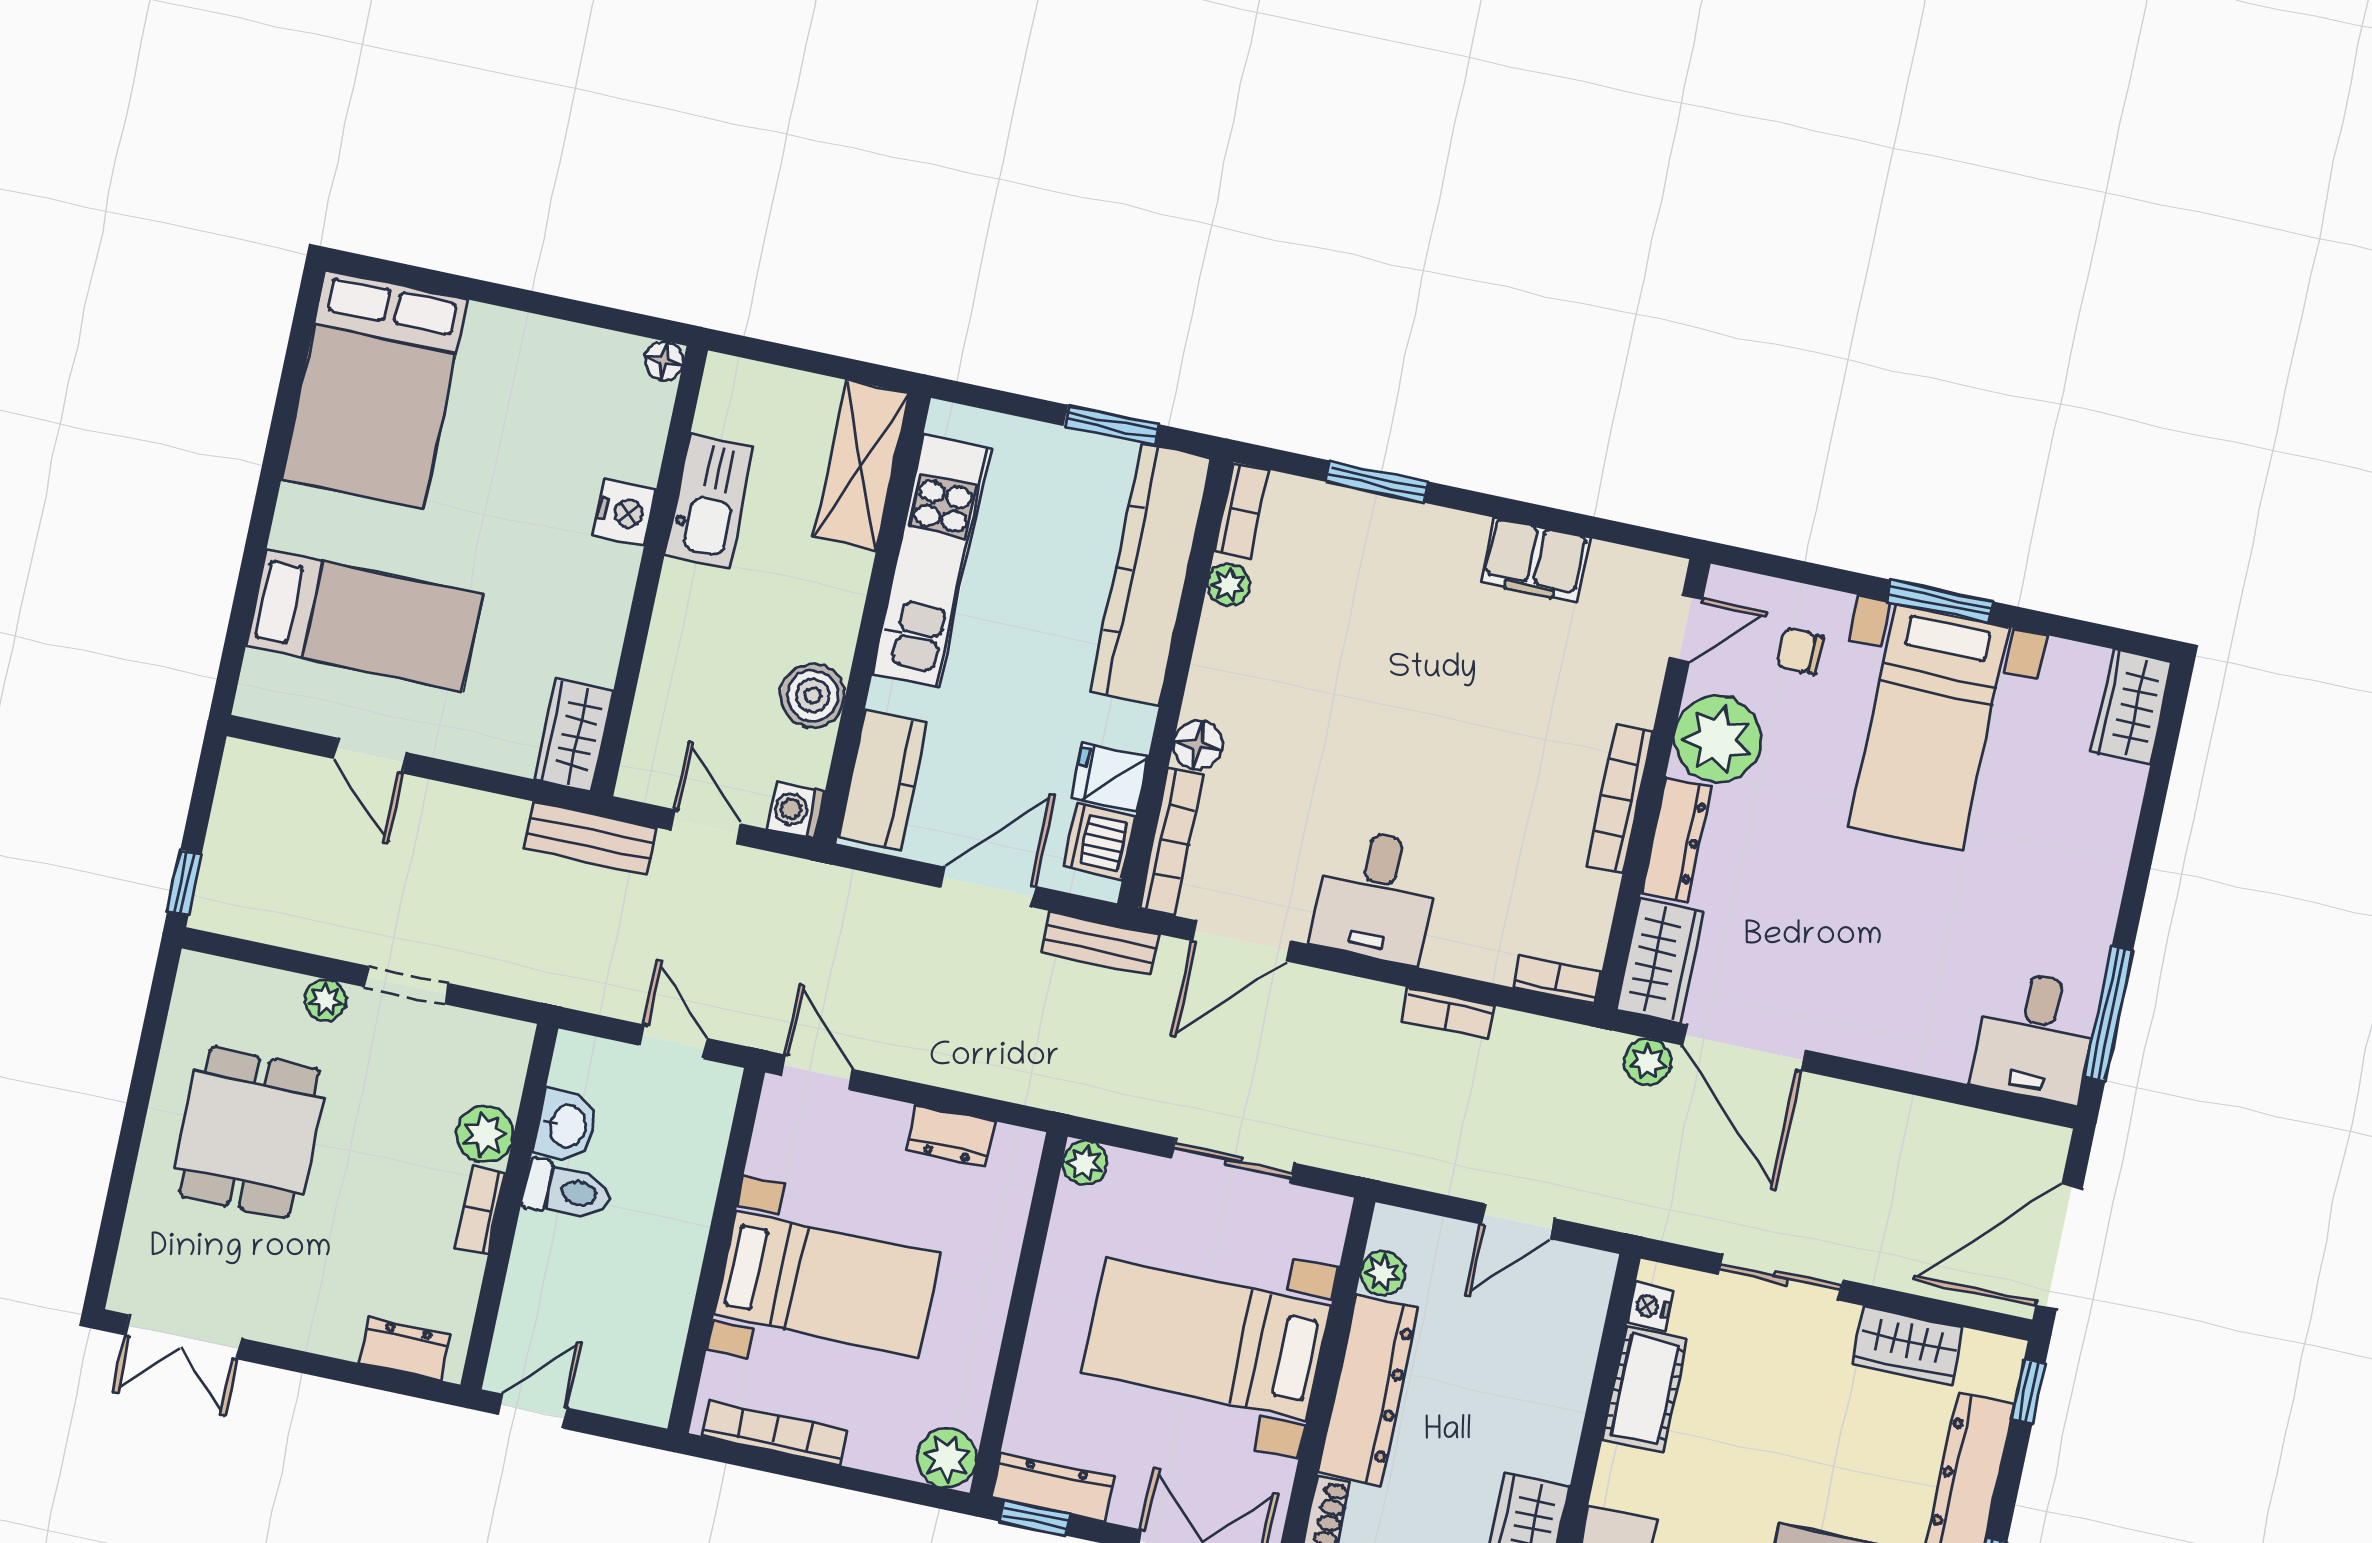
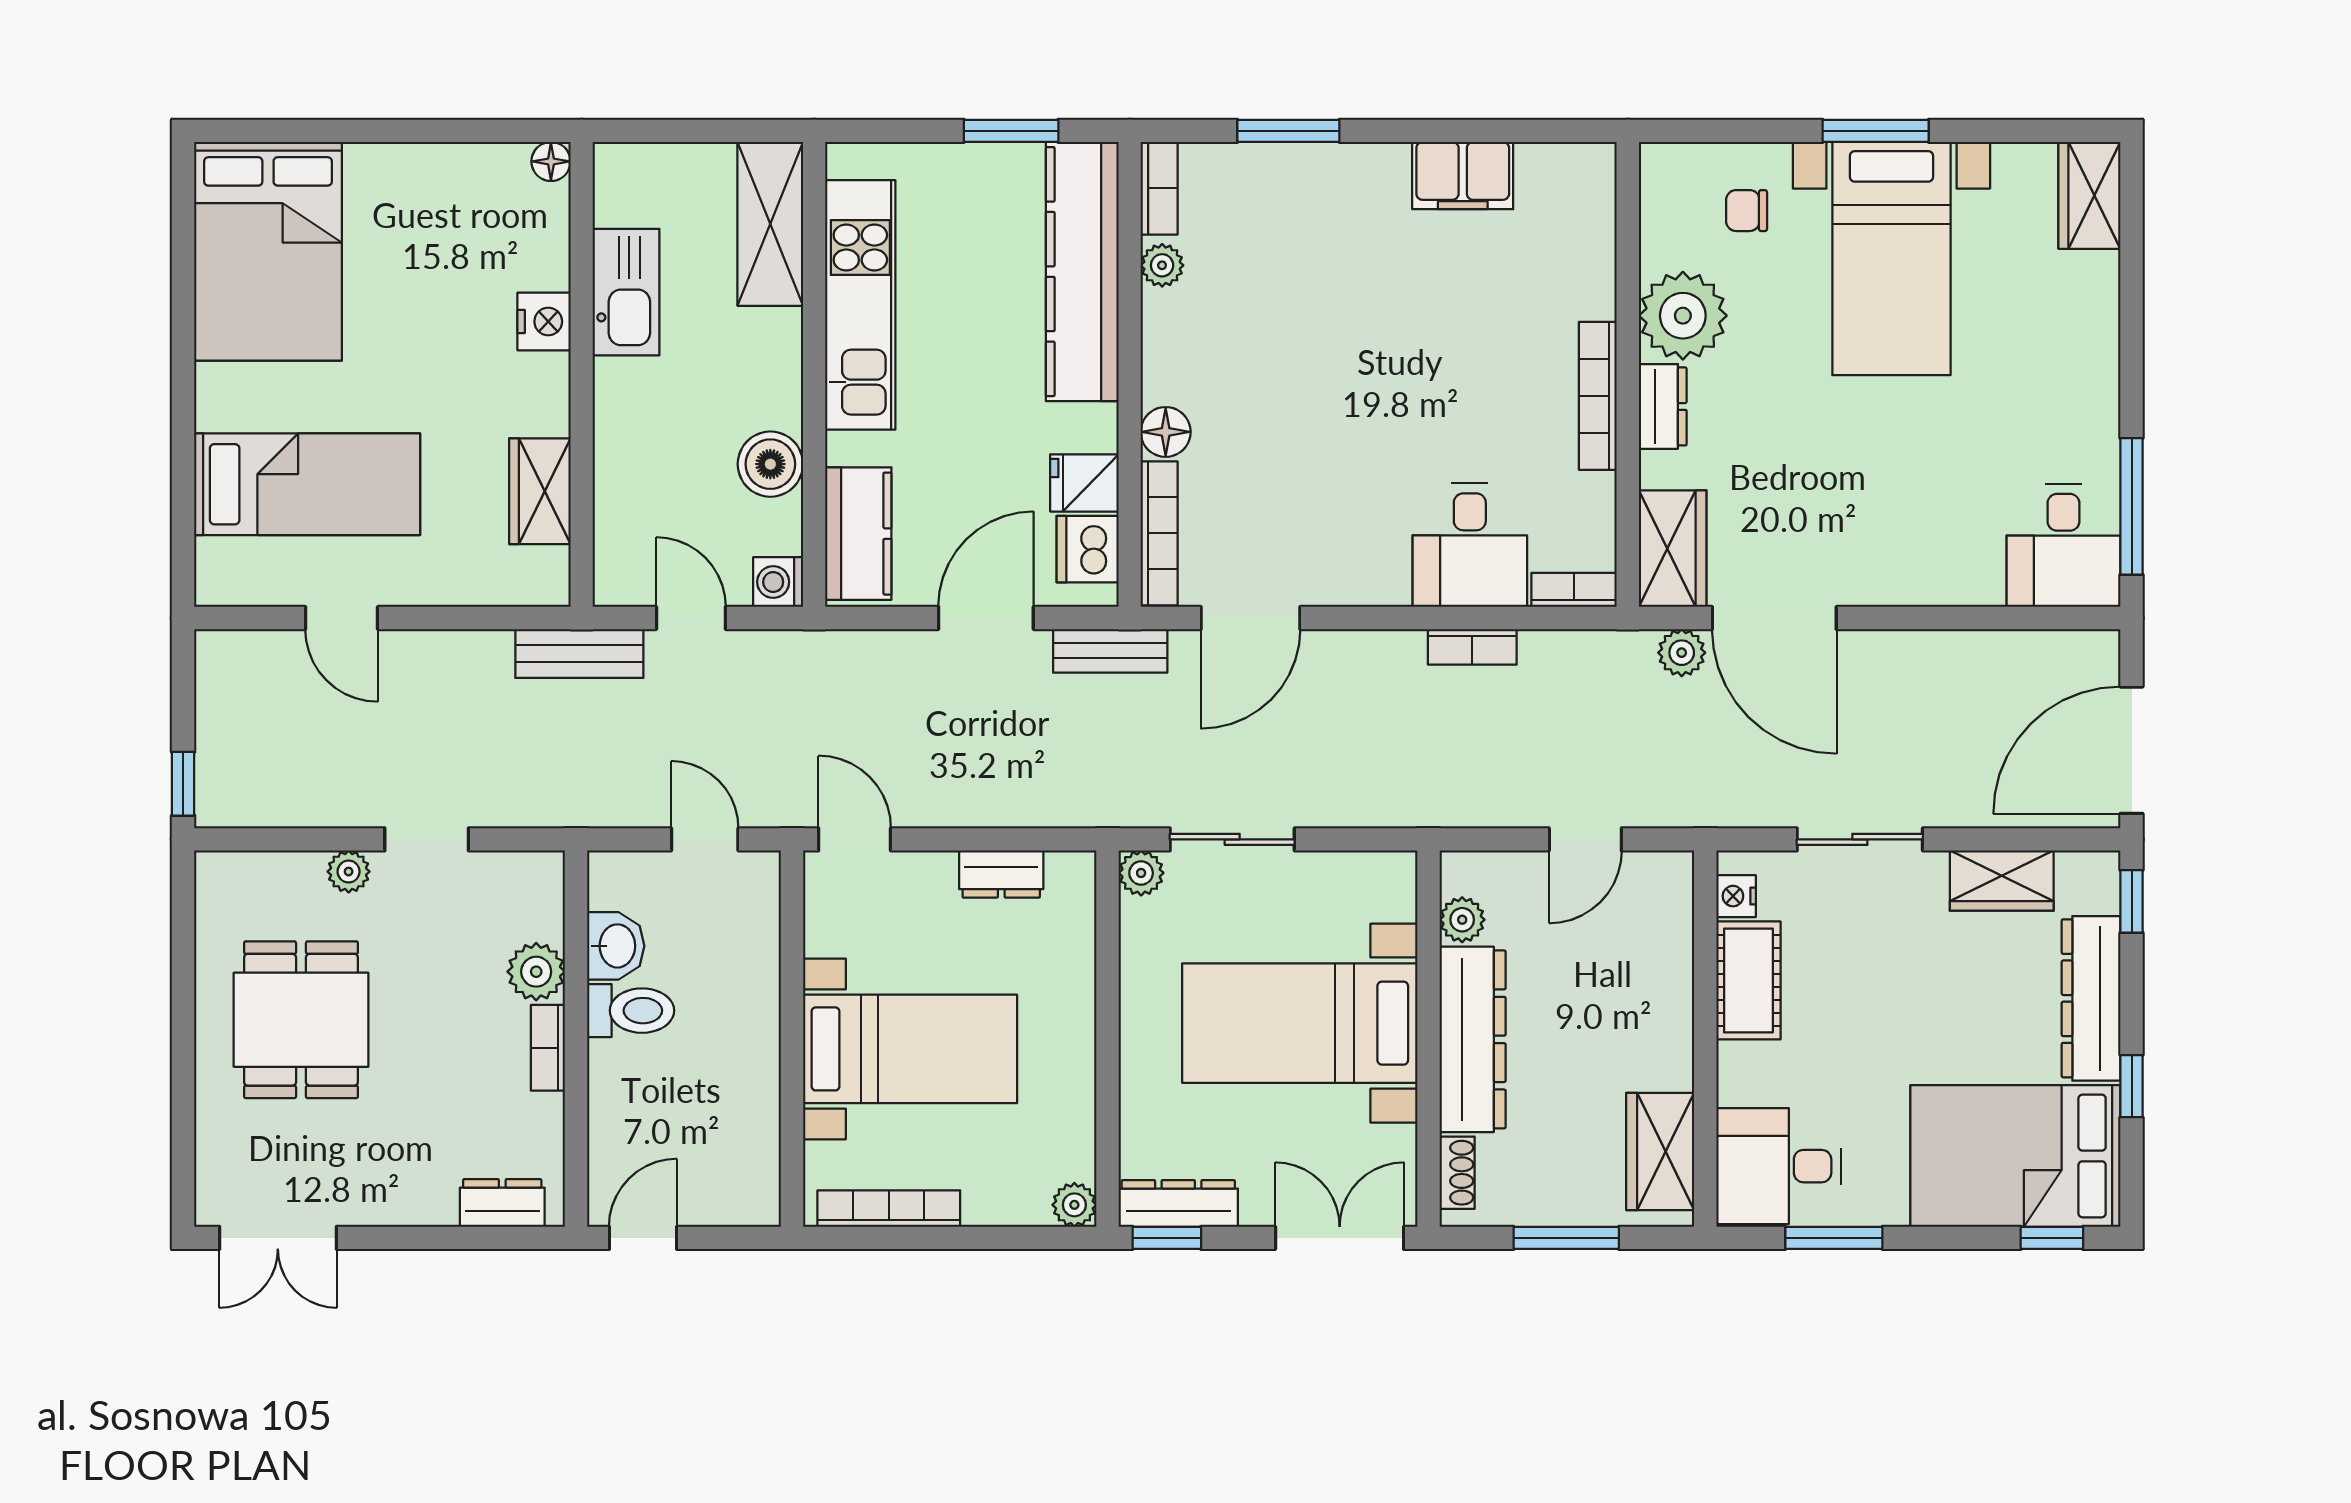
door: (1686, 628) -> (1628, 212), removed
wardrobe: (573, 735) -> (540, 491), moved
dresser: (1676, 840) -> (1663, 406), width x0.70
desk: (1376, 896) -> (1470, 545), moved
sliding door: (1233, 1161) -> (1232, 839), moved
plant: (947, 1458) -> (1074, 1205), width x0.73, depth x0.73

